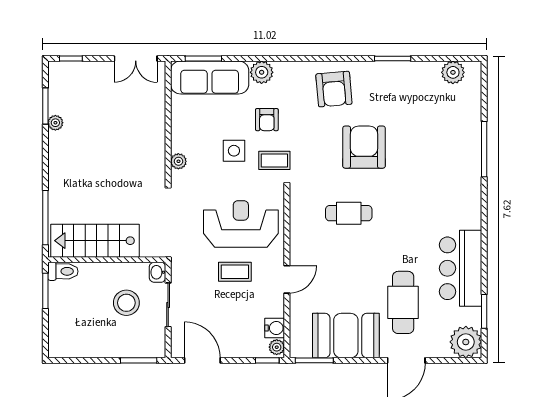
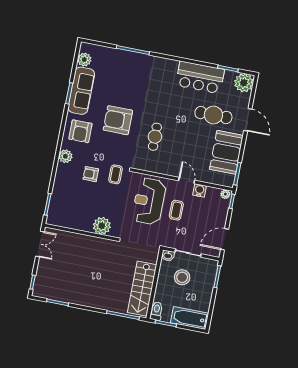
plant: (262, 72) -> (65, 156), moved
sofa: (210, 77) -> (81, 91), moved
armchair: (334, 89) -> (80, 131), turned 95
armchair: (267, 120) -> (91, 174), turned 180
plant: (55, 123) -> (68, 298), removed
side table: (234, 151) -> (105, 197), removed
plant: (178, 161) -> (102, 226), width x1.88, depth x1.88
bathtub: (62, 328) -> (190, 318), added
water cooler: (275, 328) -> (199, 190), moved

